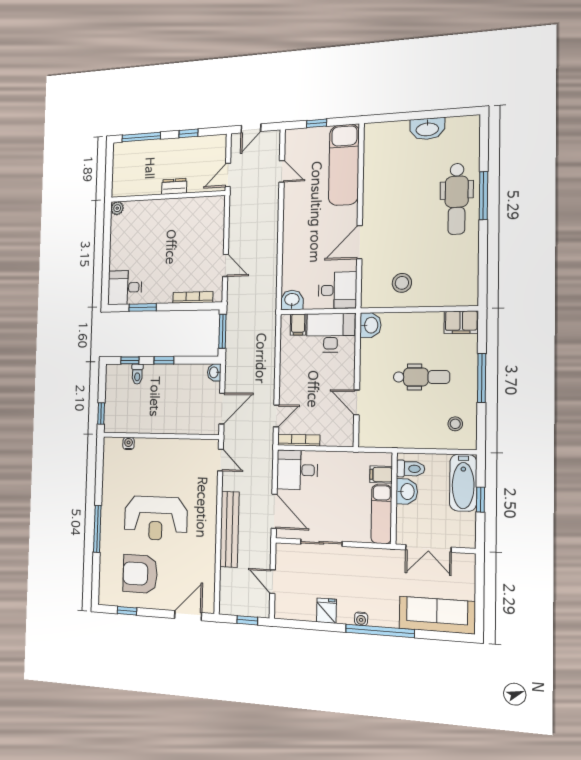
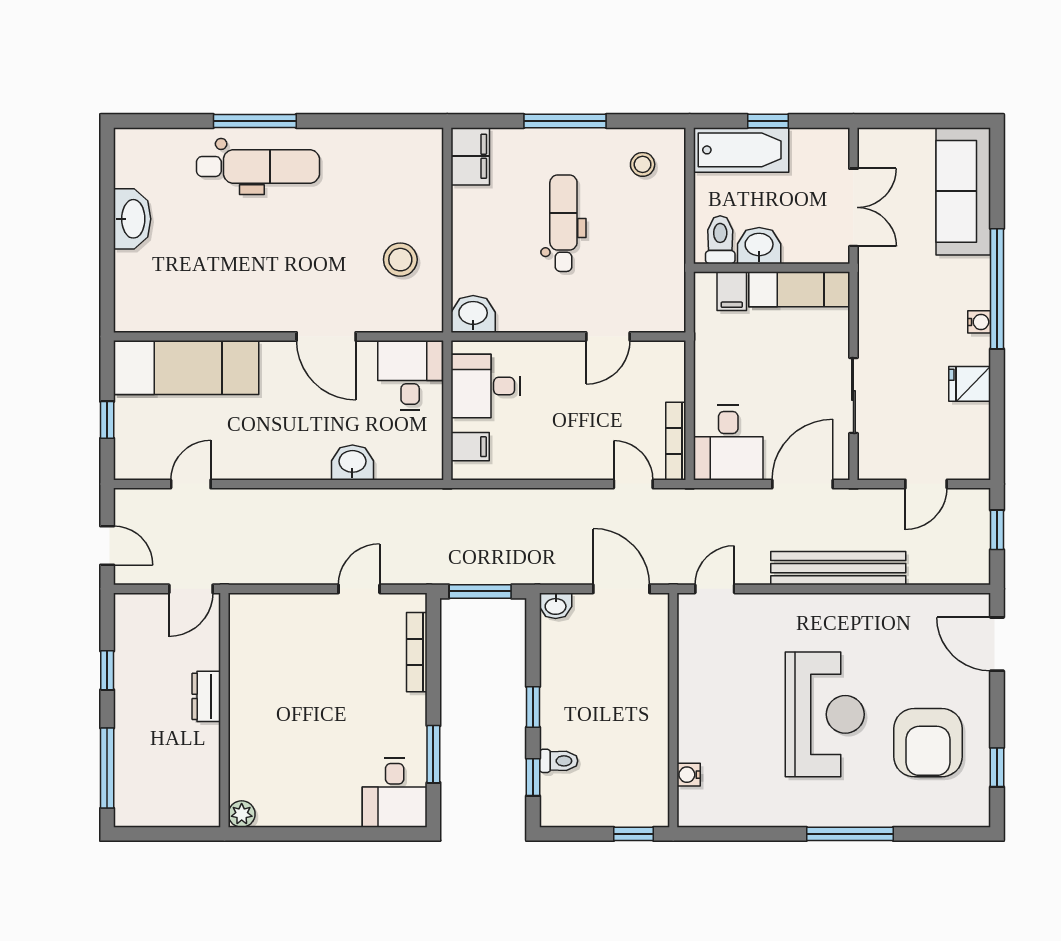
door: (228, 175) -> (191, 589), hinge flipped
washbasin: (292, 300) -> (352, 462), moved, turned 90
desk: (331, 333) -> (485, 386), width x0.73

